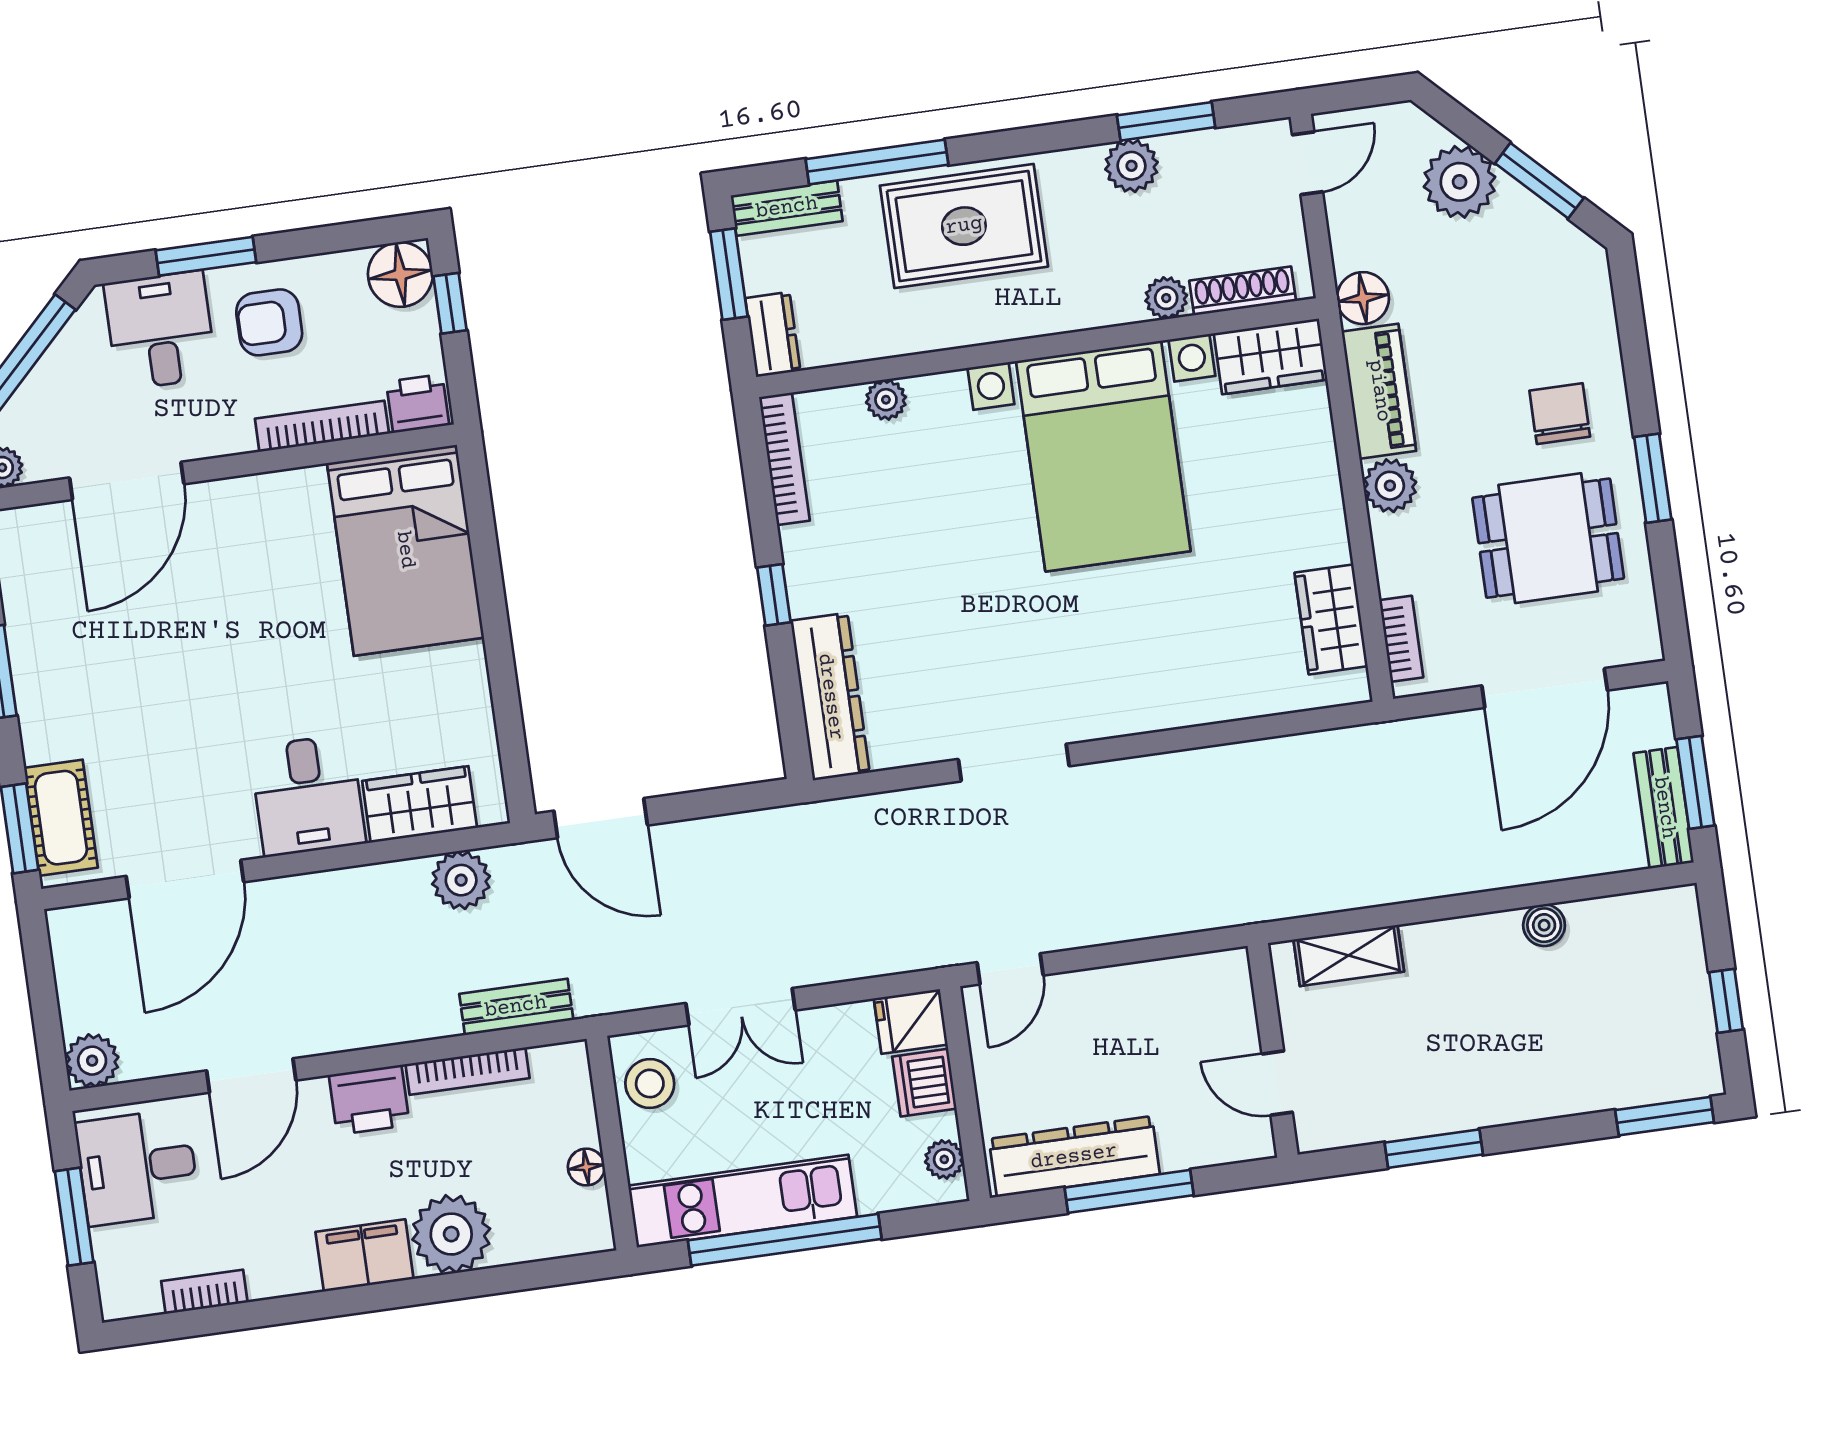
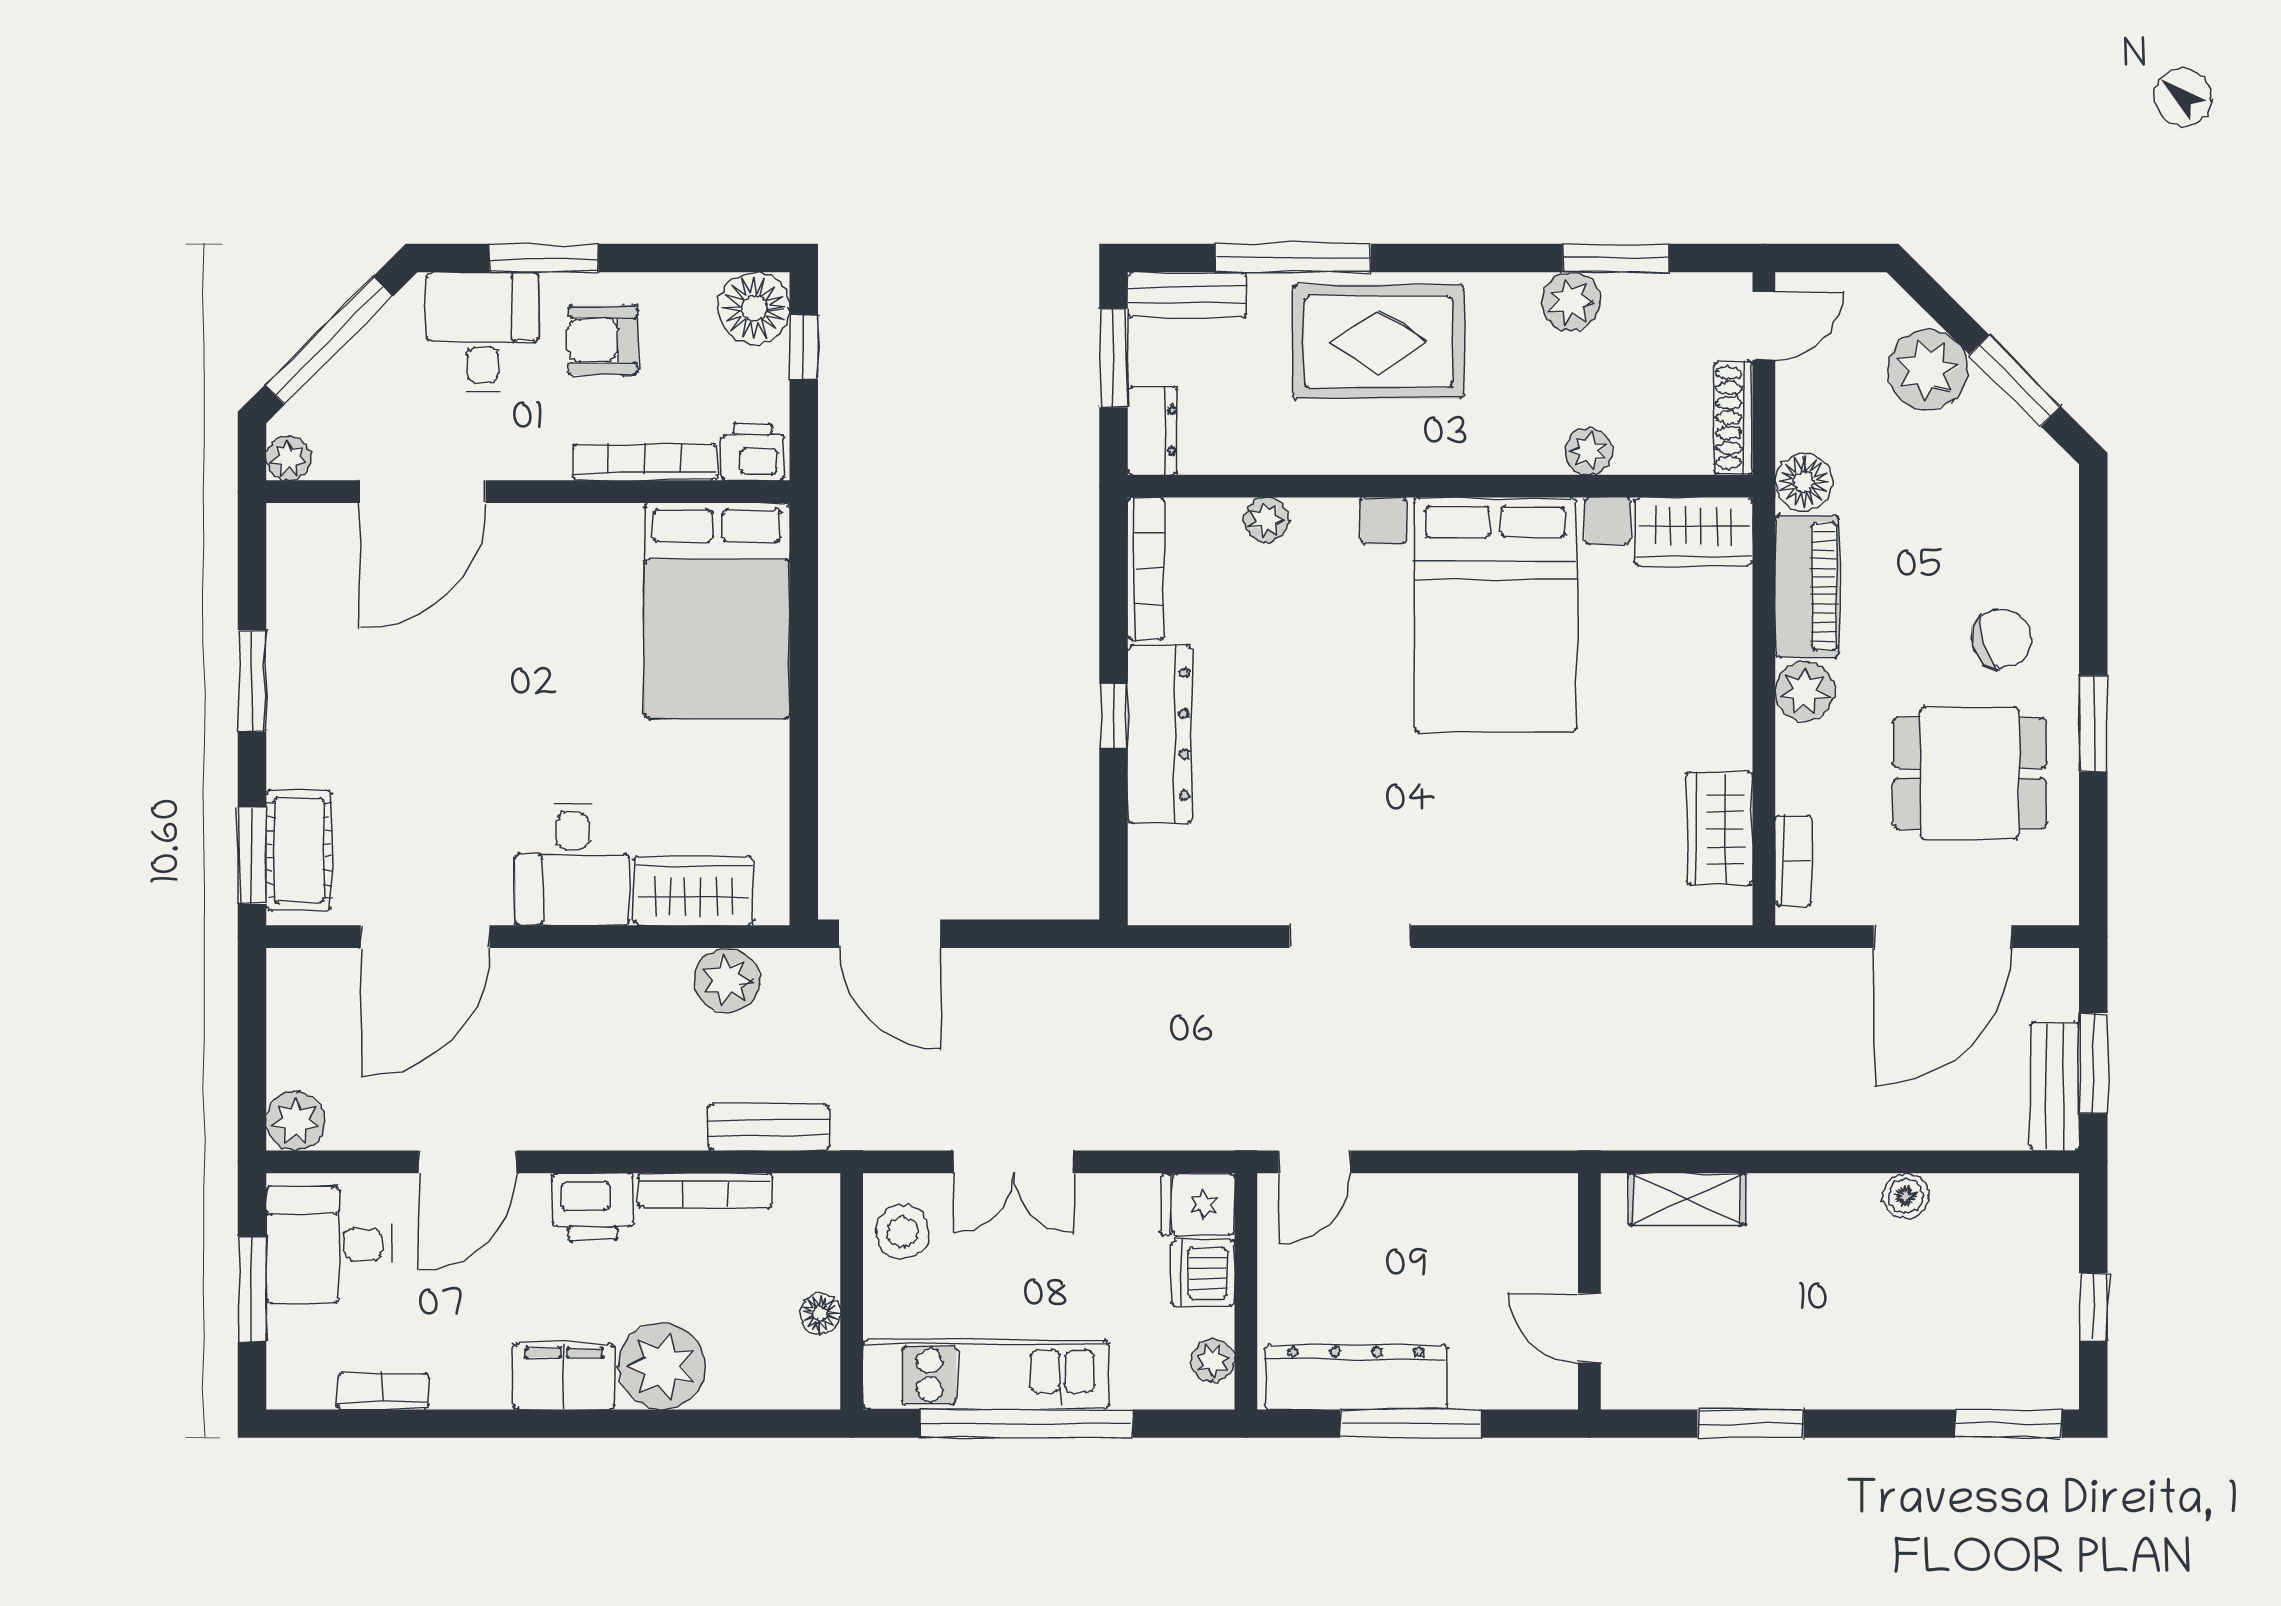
shoe rack: (1243, 291) -> (1733, 418), moved, turned -90
chair: (1560, 414) -> (2002, 639), turned 74
dresser: (830, 697) -> (1159, 734), moved

